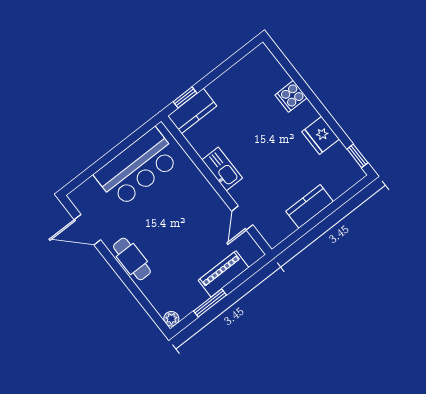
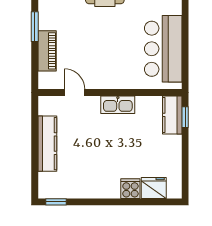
fridge: (321, 135) -> (154, 188), moved
kitchen counter: (310, 206) -> (47, 144), width x1.50

